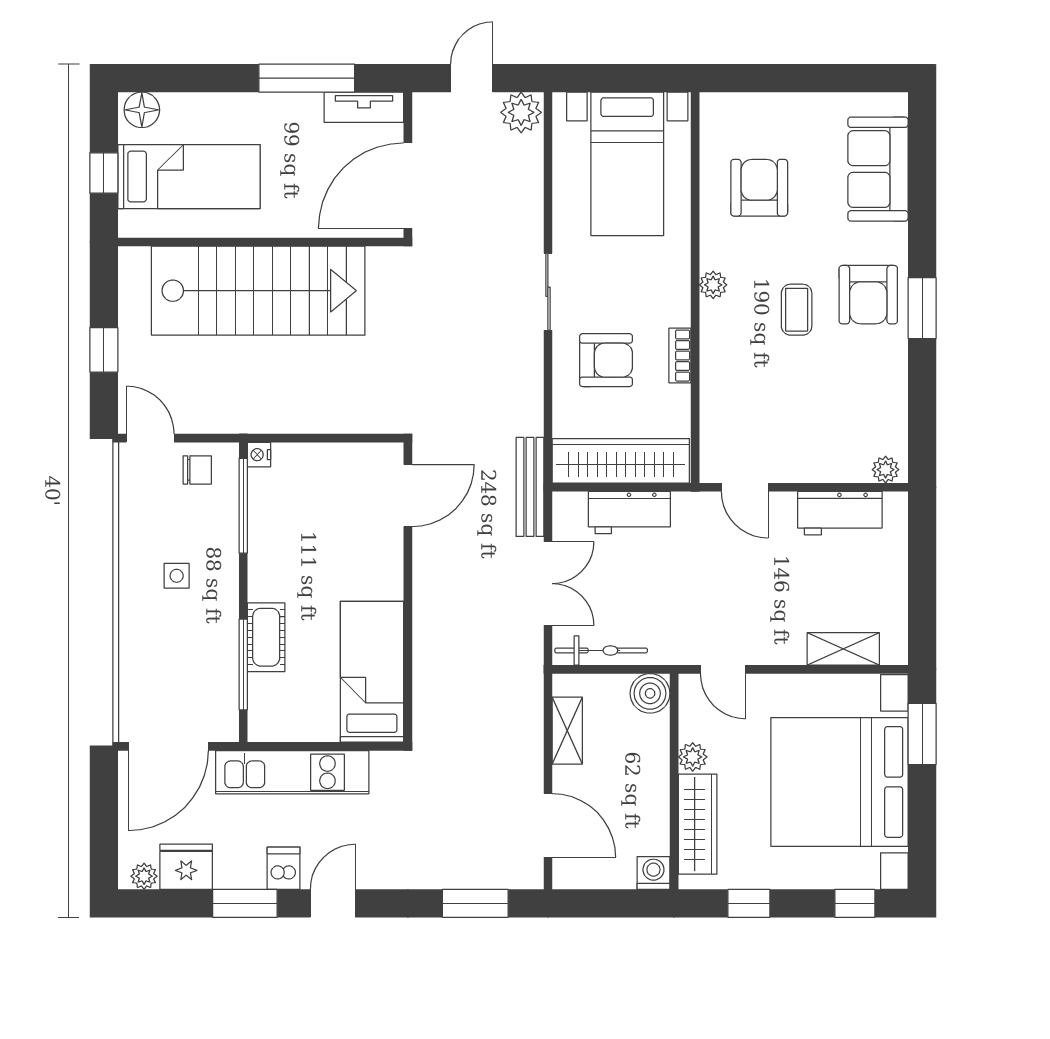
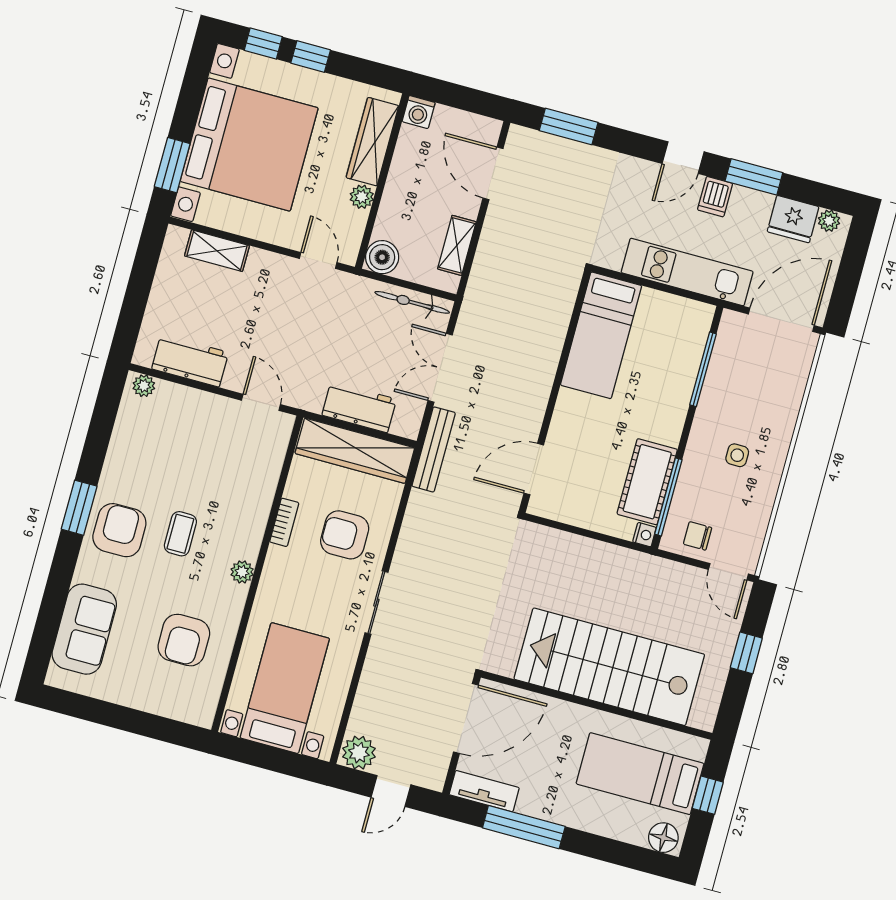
cot: (266, 637) -> (647, 482), moved, width x1.37, depth x1.34
window: (749, 903) -> (311, 56), moved

